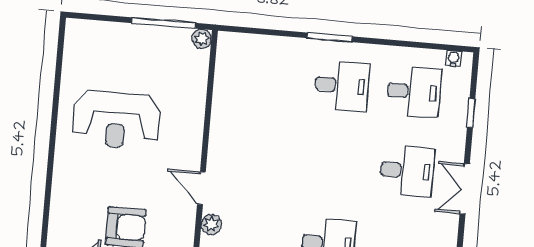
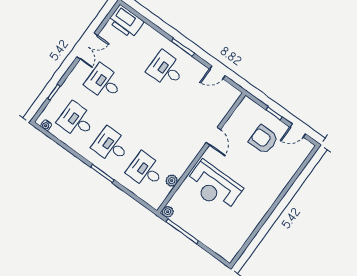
desk: (270, 79) -> (146, 170), added
reception desk: (116, 120) -> (214, 186), moved, turned 180
double door: (465, 189) -> (87, 46), moved
plant: (211, 225) -> (172, 181), moved

